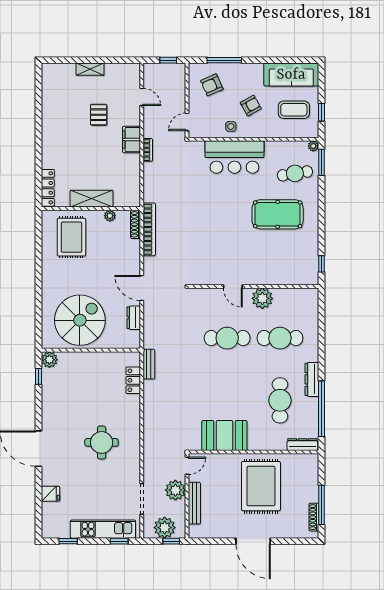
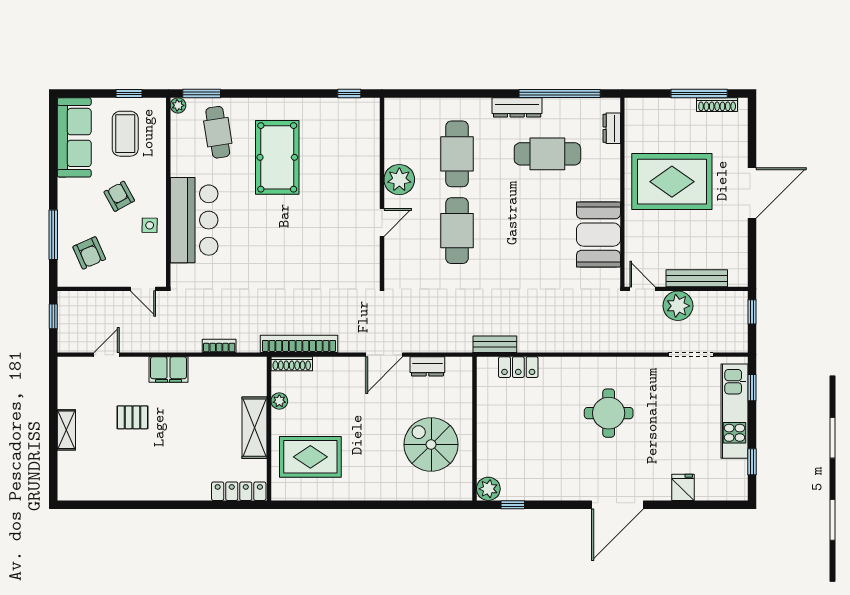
bookcase: (148, 150) -> (219, 346), moved
spiral stairs: (80, 320) -> (431, 445), width x0.73, depth x0.73
dresser: (302, 445) -> (612, 128), width x0.70
plant: (165, 528) -> (732, 321), removed

